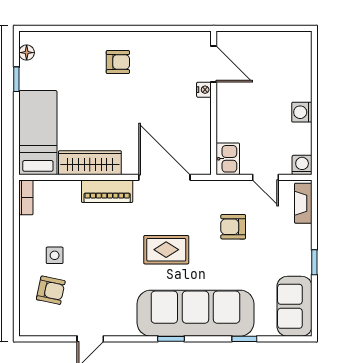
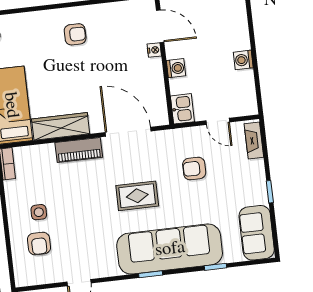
washing machine: (302, 165) -> (176, 68), moved, turned 90
armchair: (51, 290) -> (39, 244), turned 78

